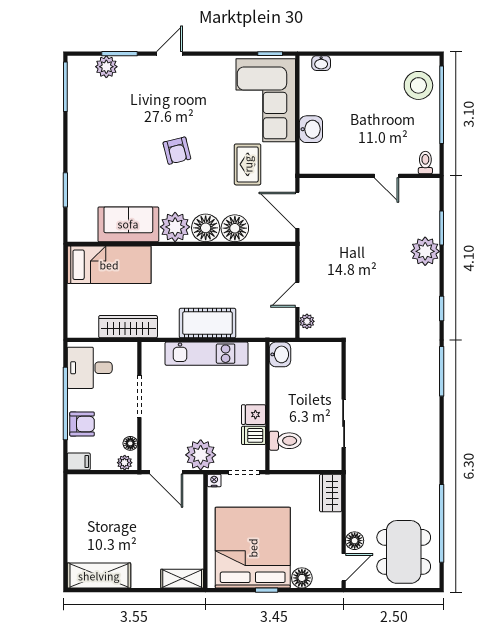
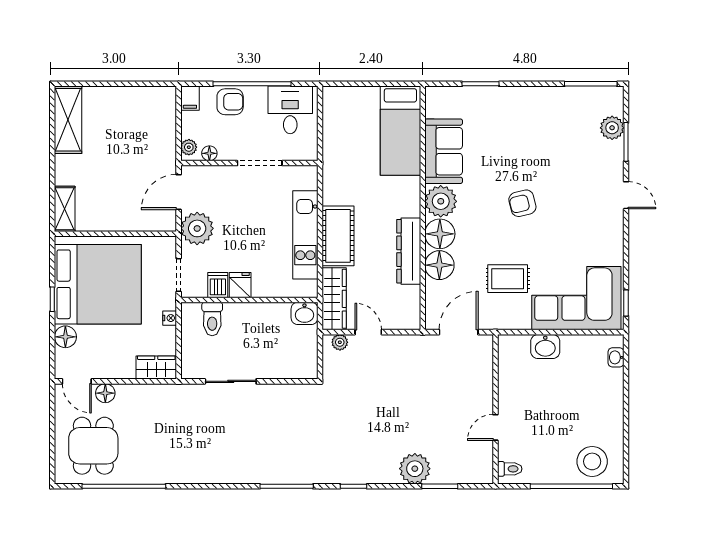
dresser: (222, 257) -> (409, 251), added
wardrobe: (128, 327) -> (334, 299), moved
armchair: (82, 424) -> (230, 102), turned -90
nightstand: (214, 480) -> (170, 318), moved
dining table: (404, 552) -> (93, 446), width x0.73

